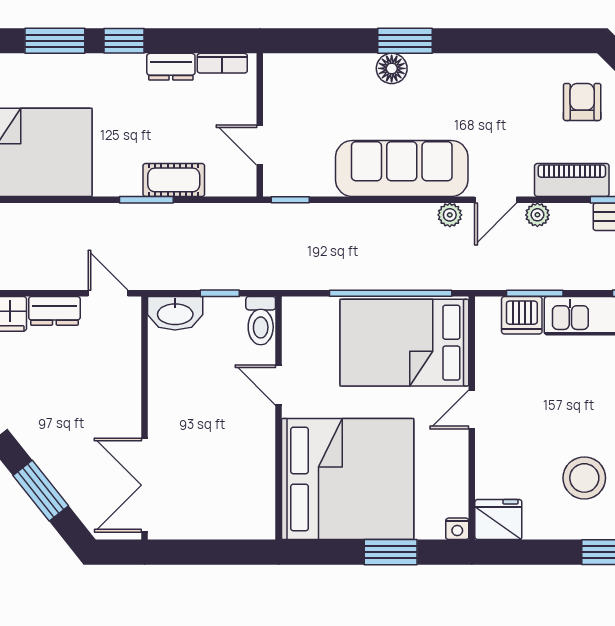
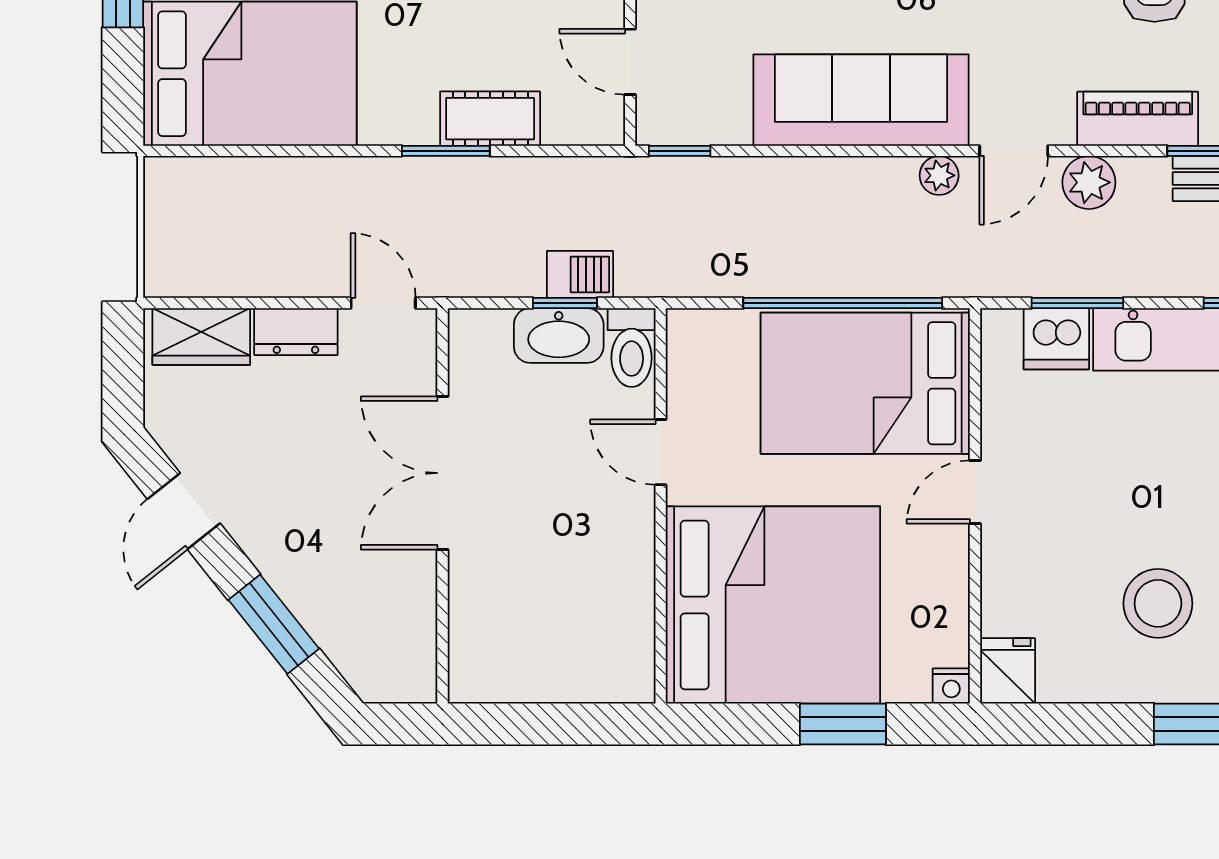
plant: (537, 215) -> (1089, 182), width x1.38, depth x1.38
barbecue: (229, 276) -> (580, 274), added
washbasin: (175, 313) -> (559, 335), moved
double door: (145, 485) -> (442, 473), moved
fridge: (498, 519) -> (1008, 671), width x0.72

